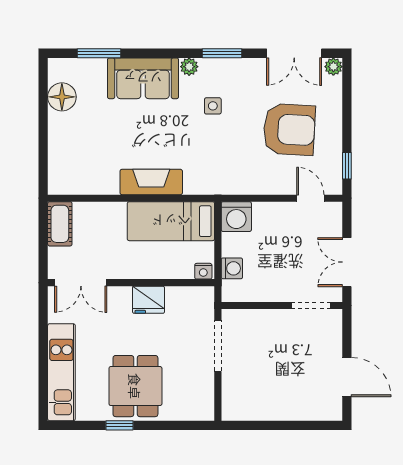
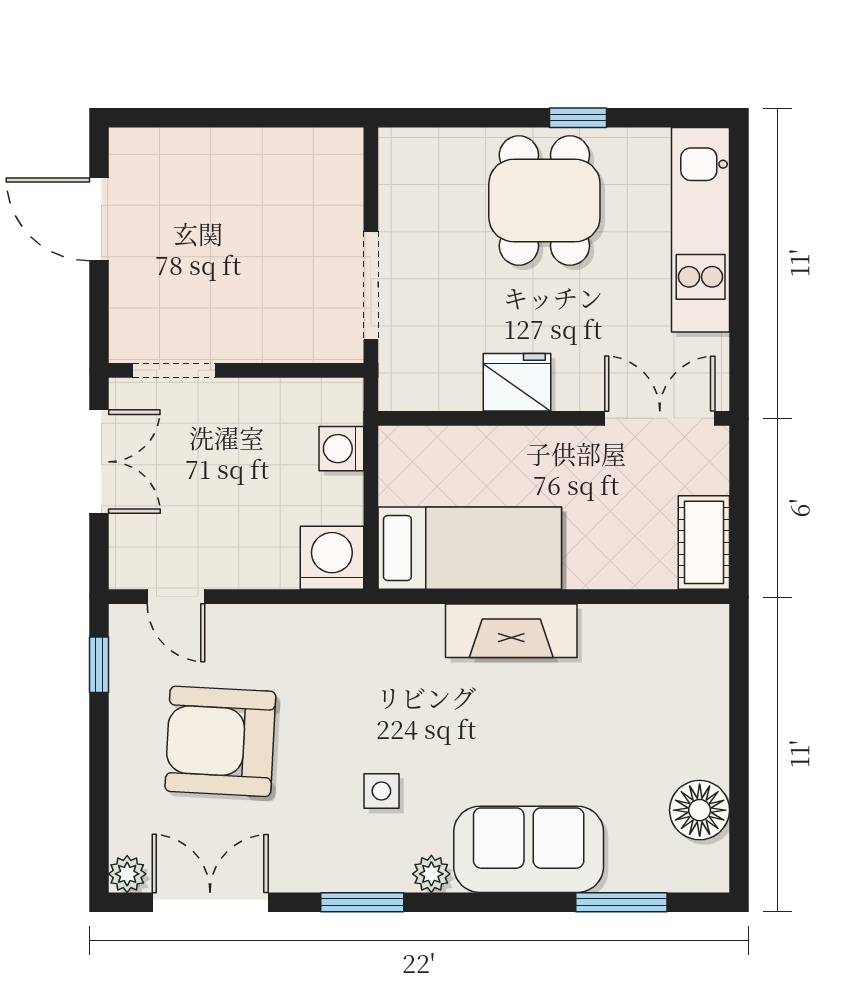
nightstand: (203, 271) -> (401, 443), removed

